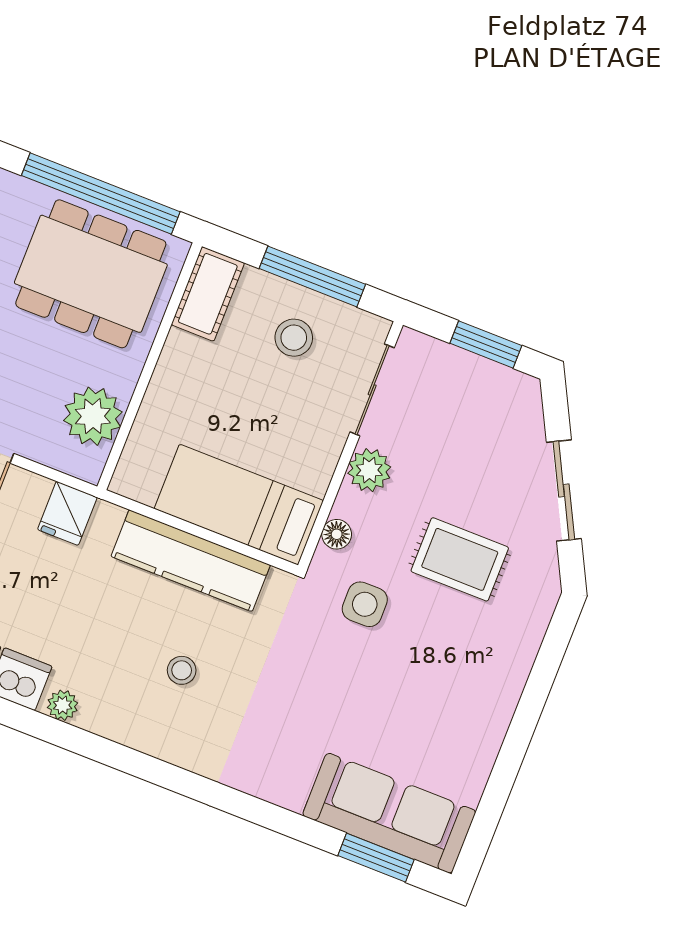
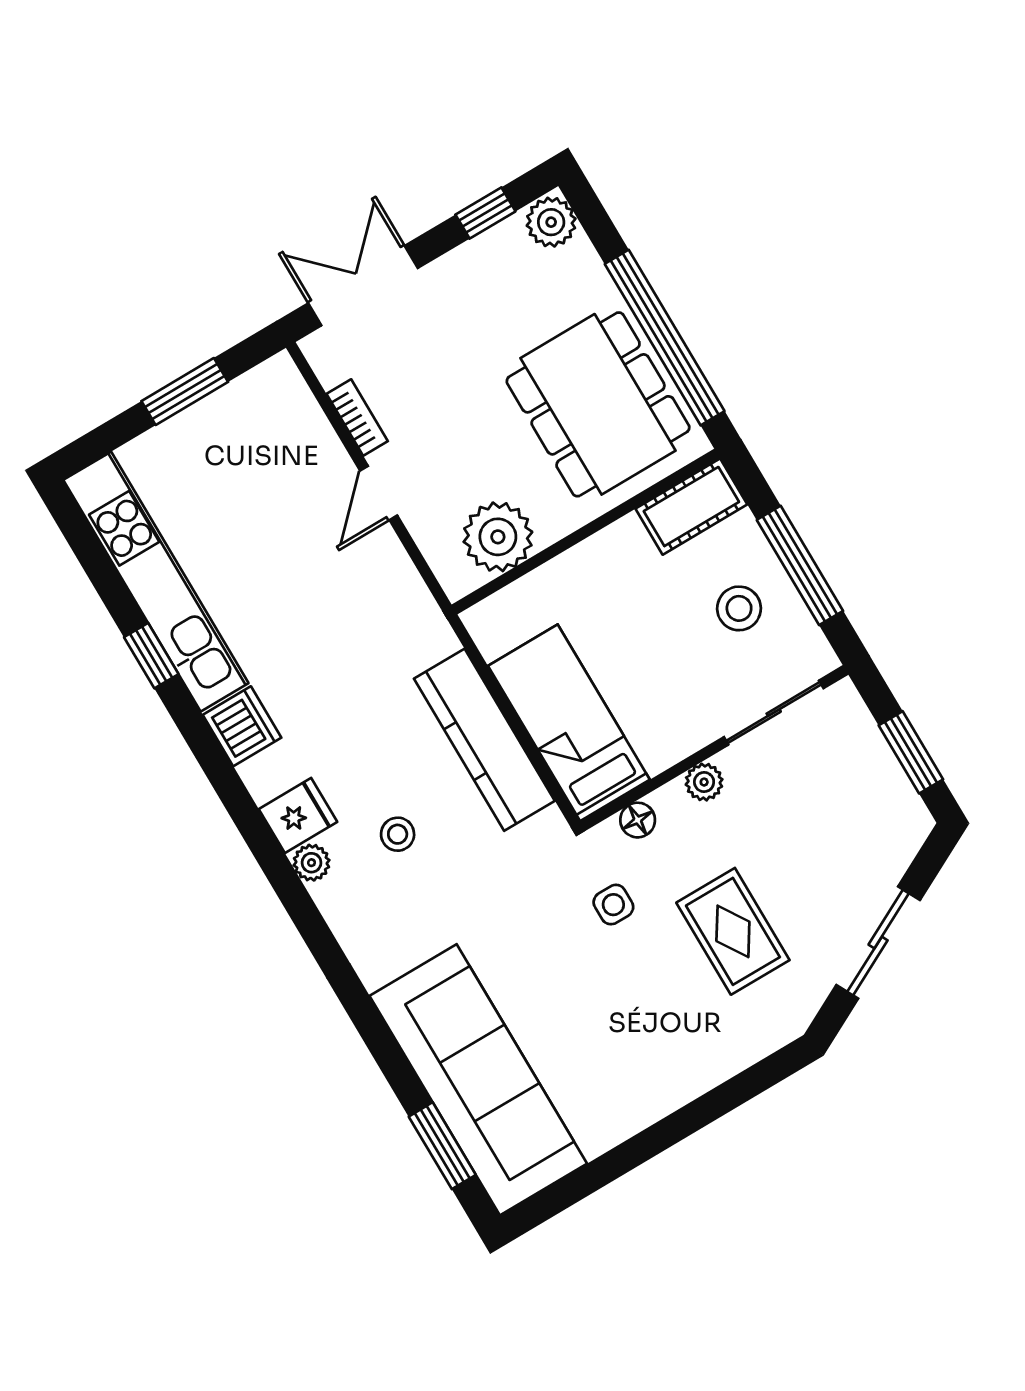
plant: (369, 470) -> (704, 782), width x0.73, depth x0.73
fridge: (67, 513) -> (298, 815), moved, turned 180
side table: (365, 604) -> (613, 905), width x0.73, depth x0.73
plant: (63, 705) -> (311, 863), moved
sofa: (389, 813) -> (478, 1080), width x1.36, depth x1.27

